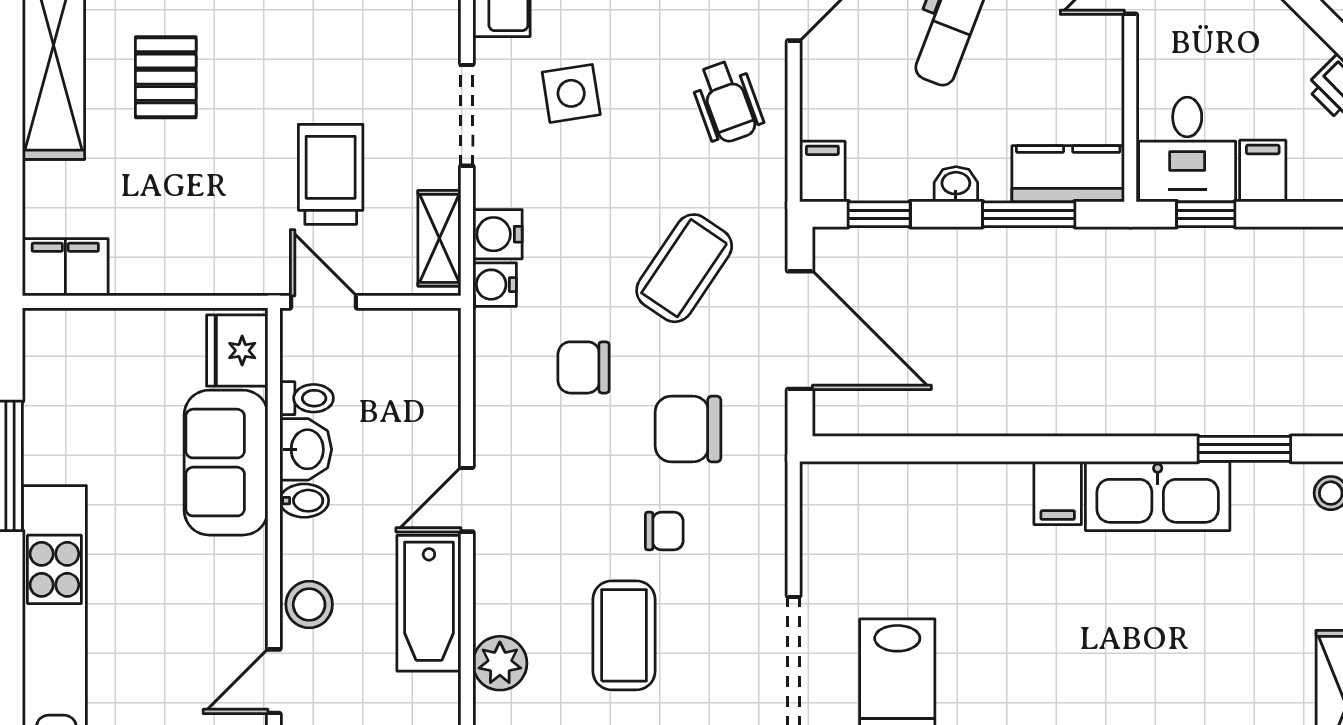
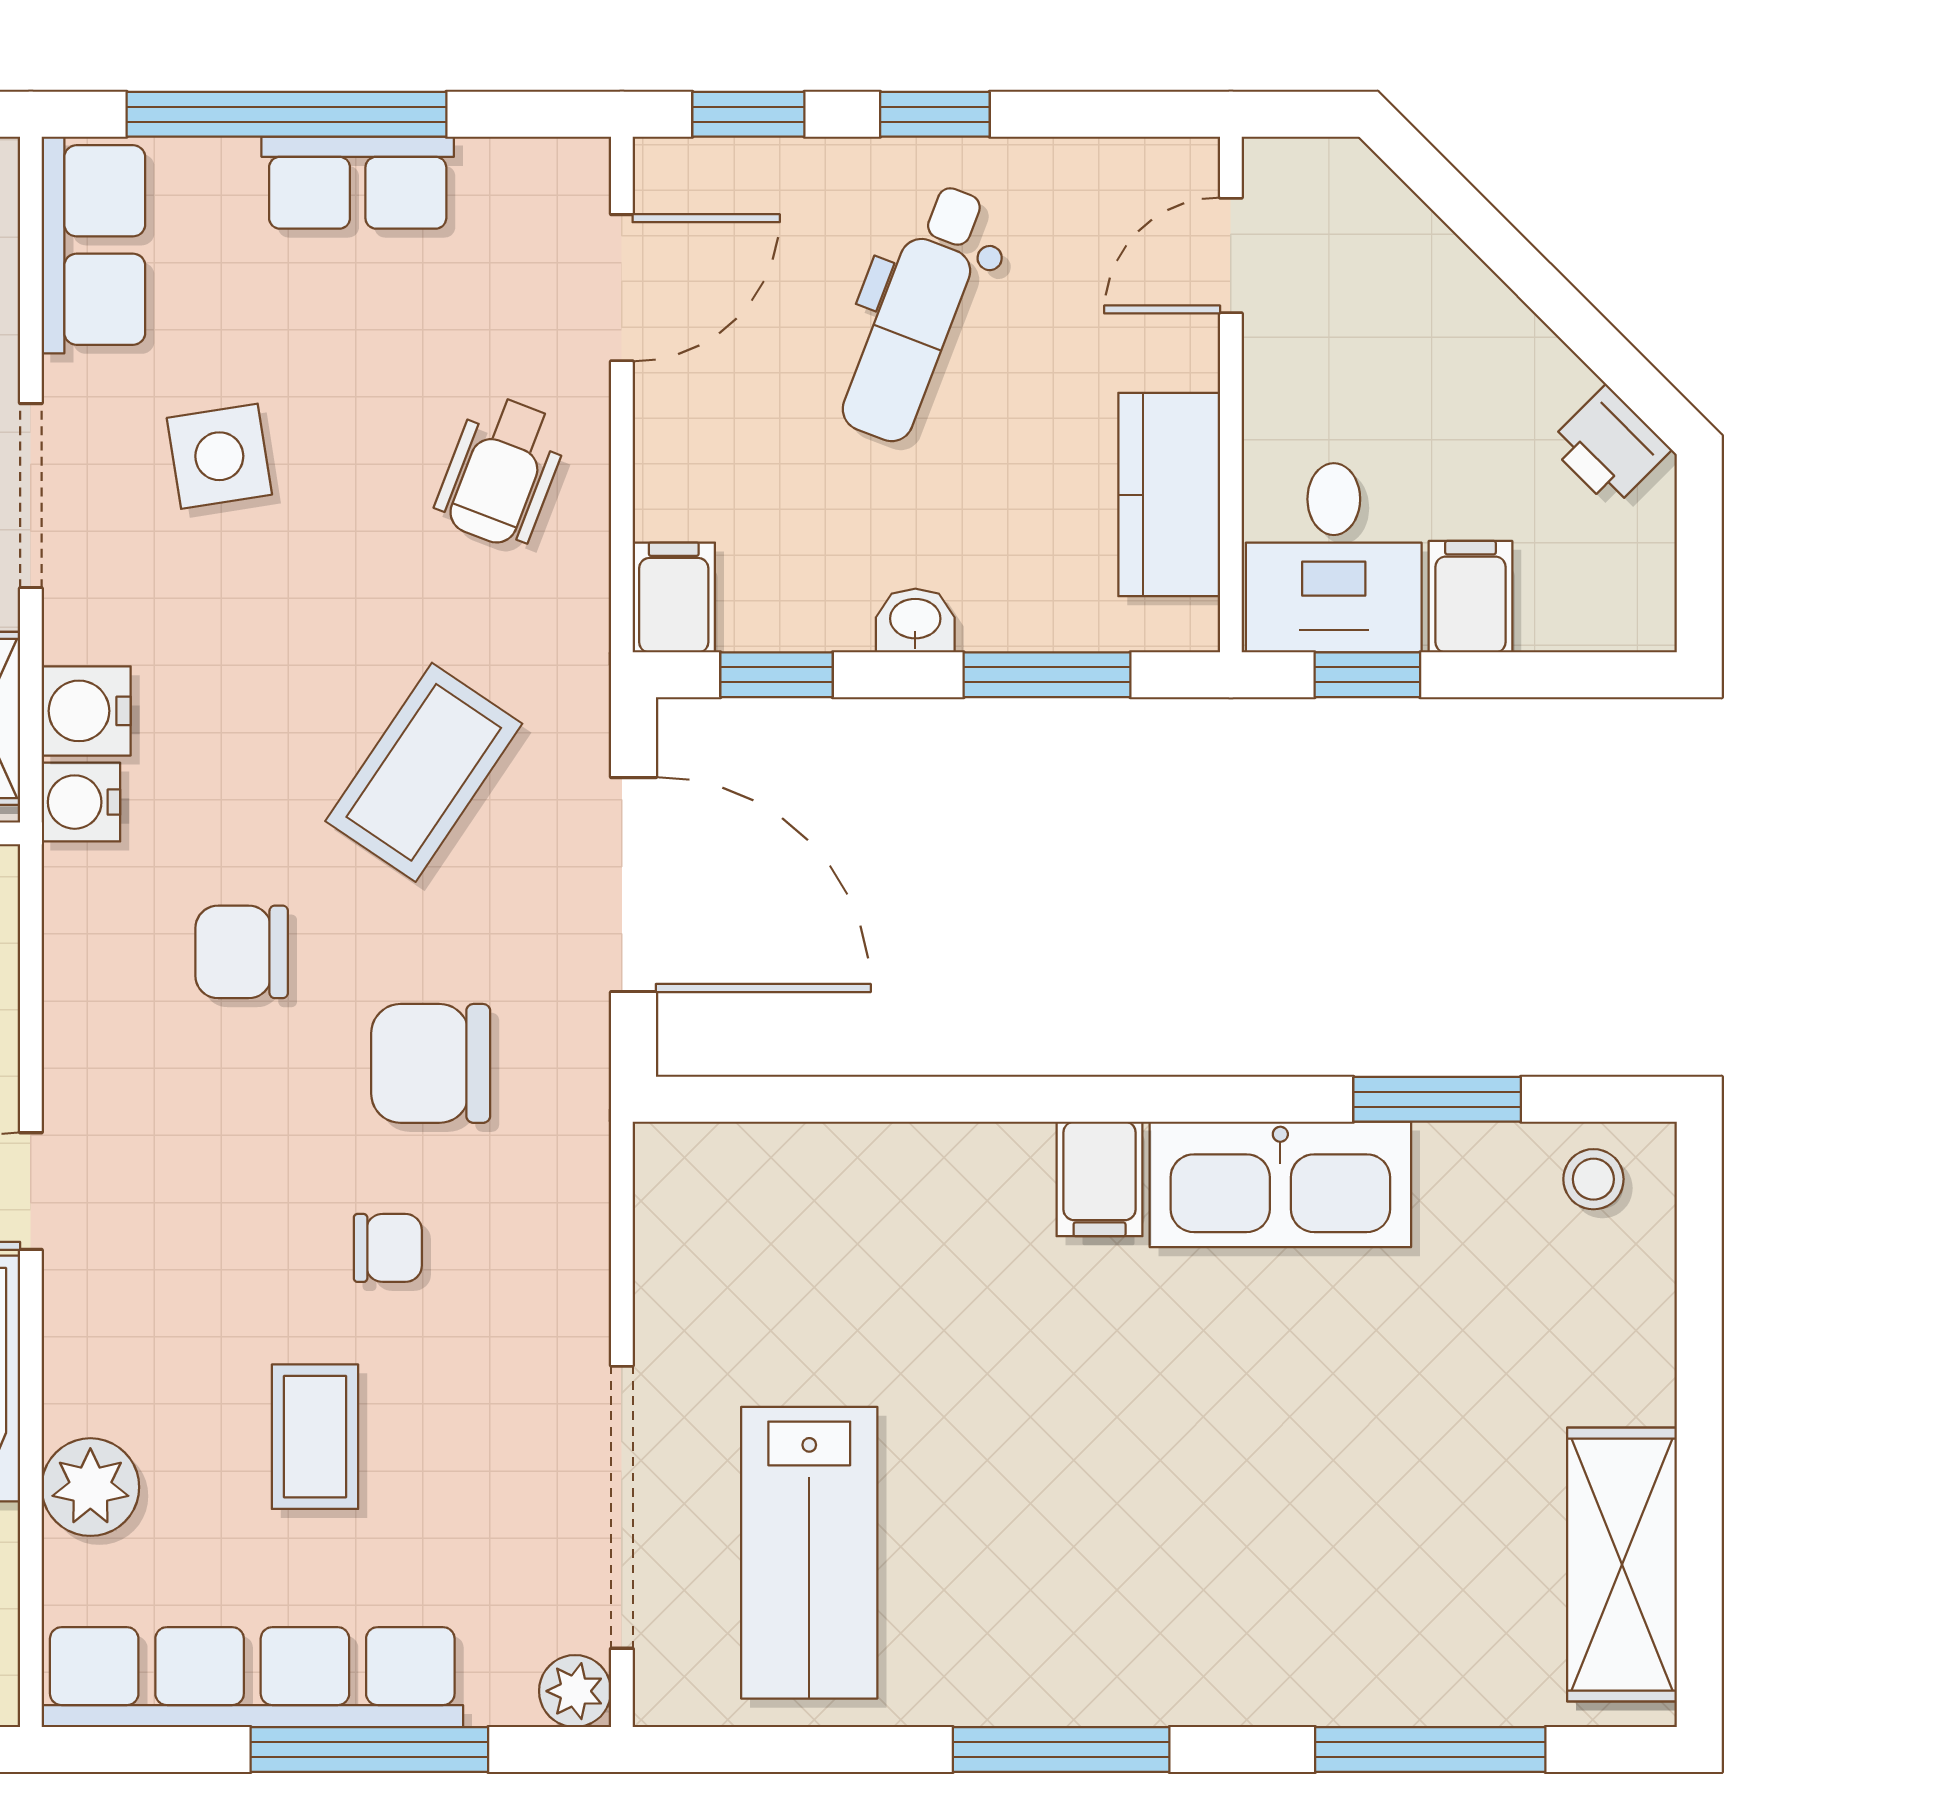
wheelchair: (727, 102) -> (501, 471), turned 41
kitchen counter: (1068, 174) -> (1169, 495), moved, turned -90
coffee table: (624, 635) -> (315, 1437), width x0.73, depth x0.77

